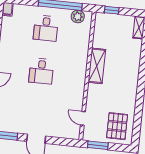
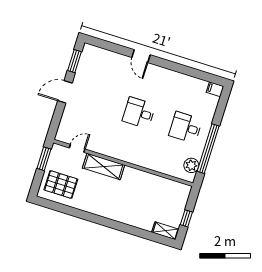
window: (112, 10) -> (186, 218), moved
shelving: (97, 66) -> (104, 167), moved

